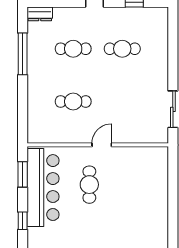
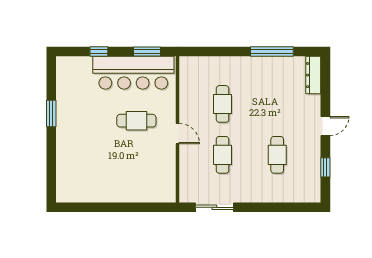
dresser: (40, 14) -> (313, 75), width x1.44
cafe table: (73, 49) -> (223, 155), moved

